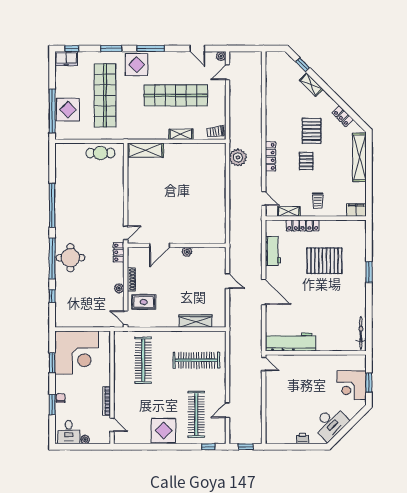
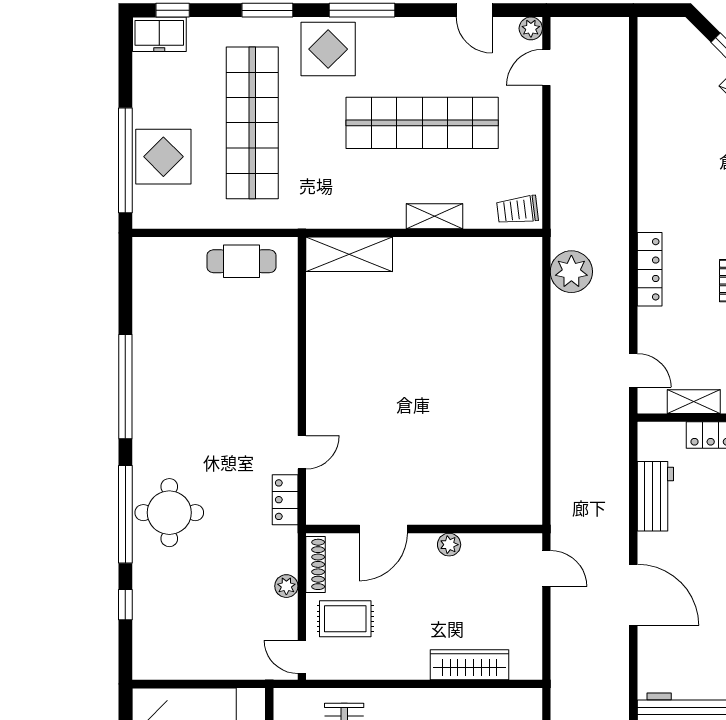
door: (160, 245) -> (383, 529), moved
wall: (177, 245) -> (424, 529), moved
plant: (187, 252) -> (449, 545), moved

